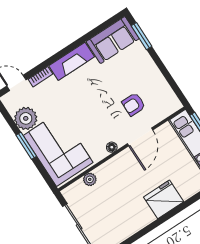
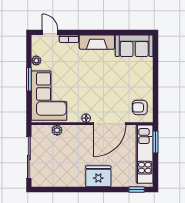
window: (142, 36) -> (156, 56), removed
armchair: (134, 104) -> (140, 107), moved
plant: (26, 118) -> (36, 61), width x0.53, depth x0.53
door: (140, 137) -> (110, 124), width x1.36

